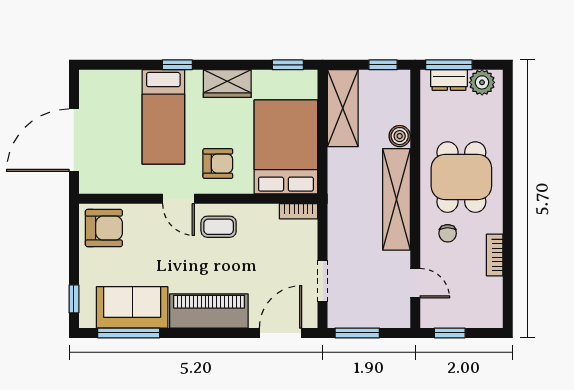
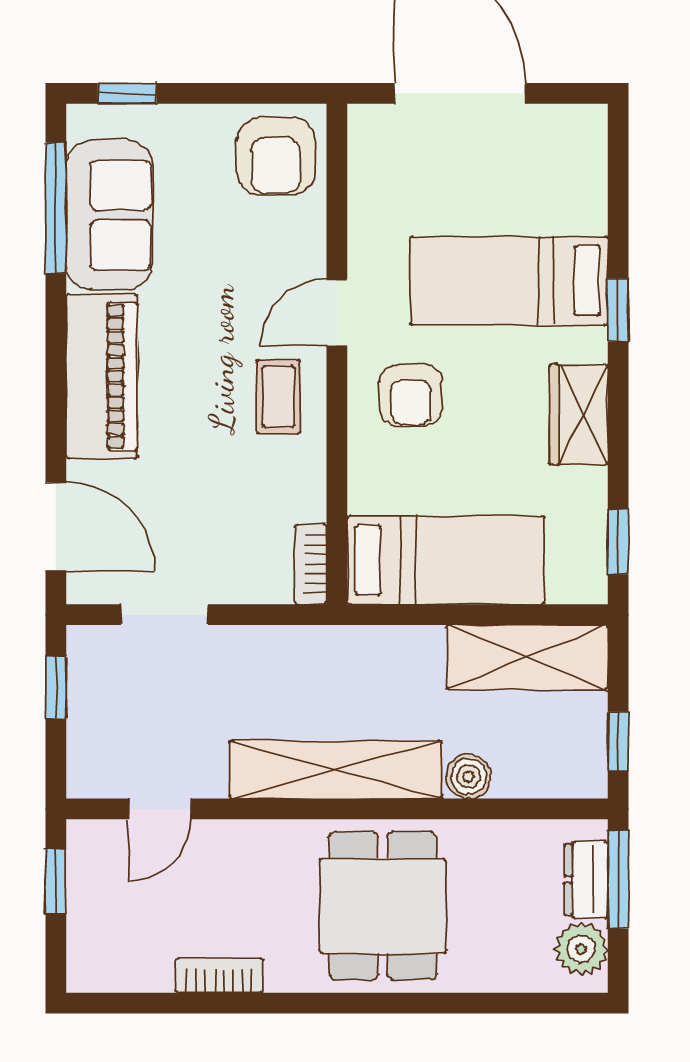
bed: (286, 147) -> (446, 560), width x0.67
dining table: (461, 177) -> (383, 906), turned 90
chair: (448, 233) -> (265, 877), removed
window: (357, 333) -> (56, 687), width x0.67

